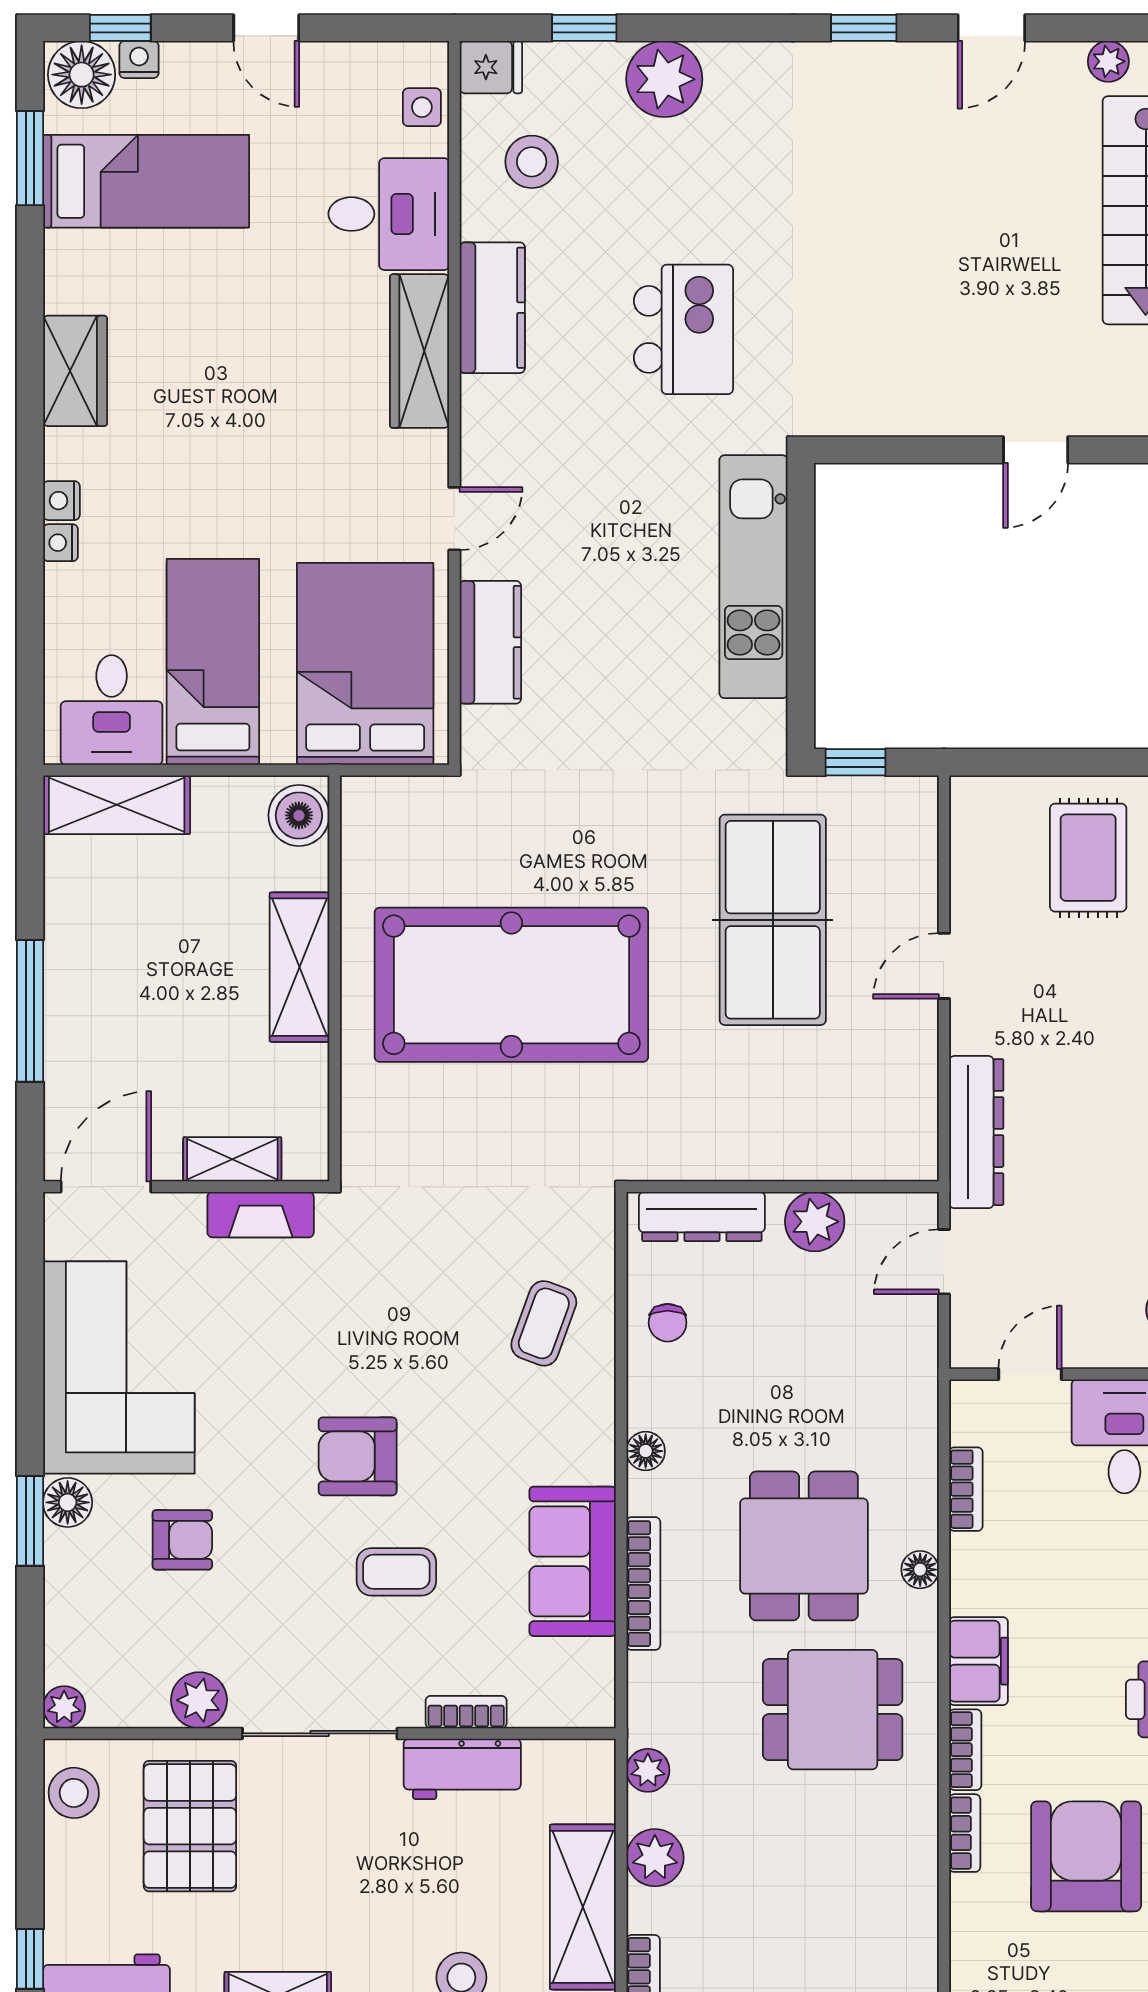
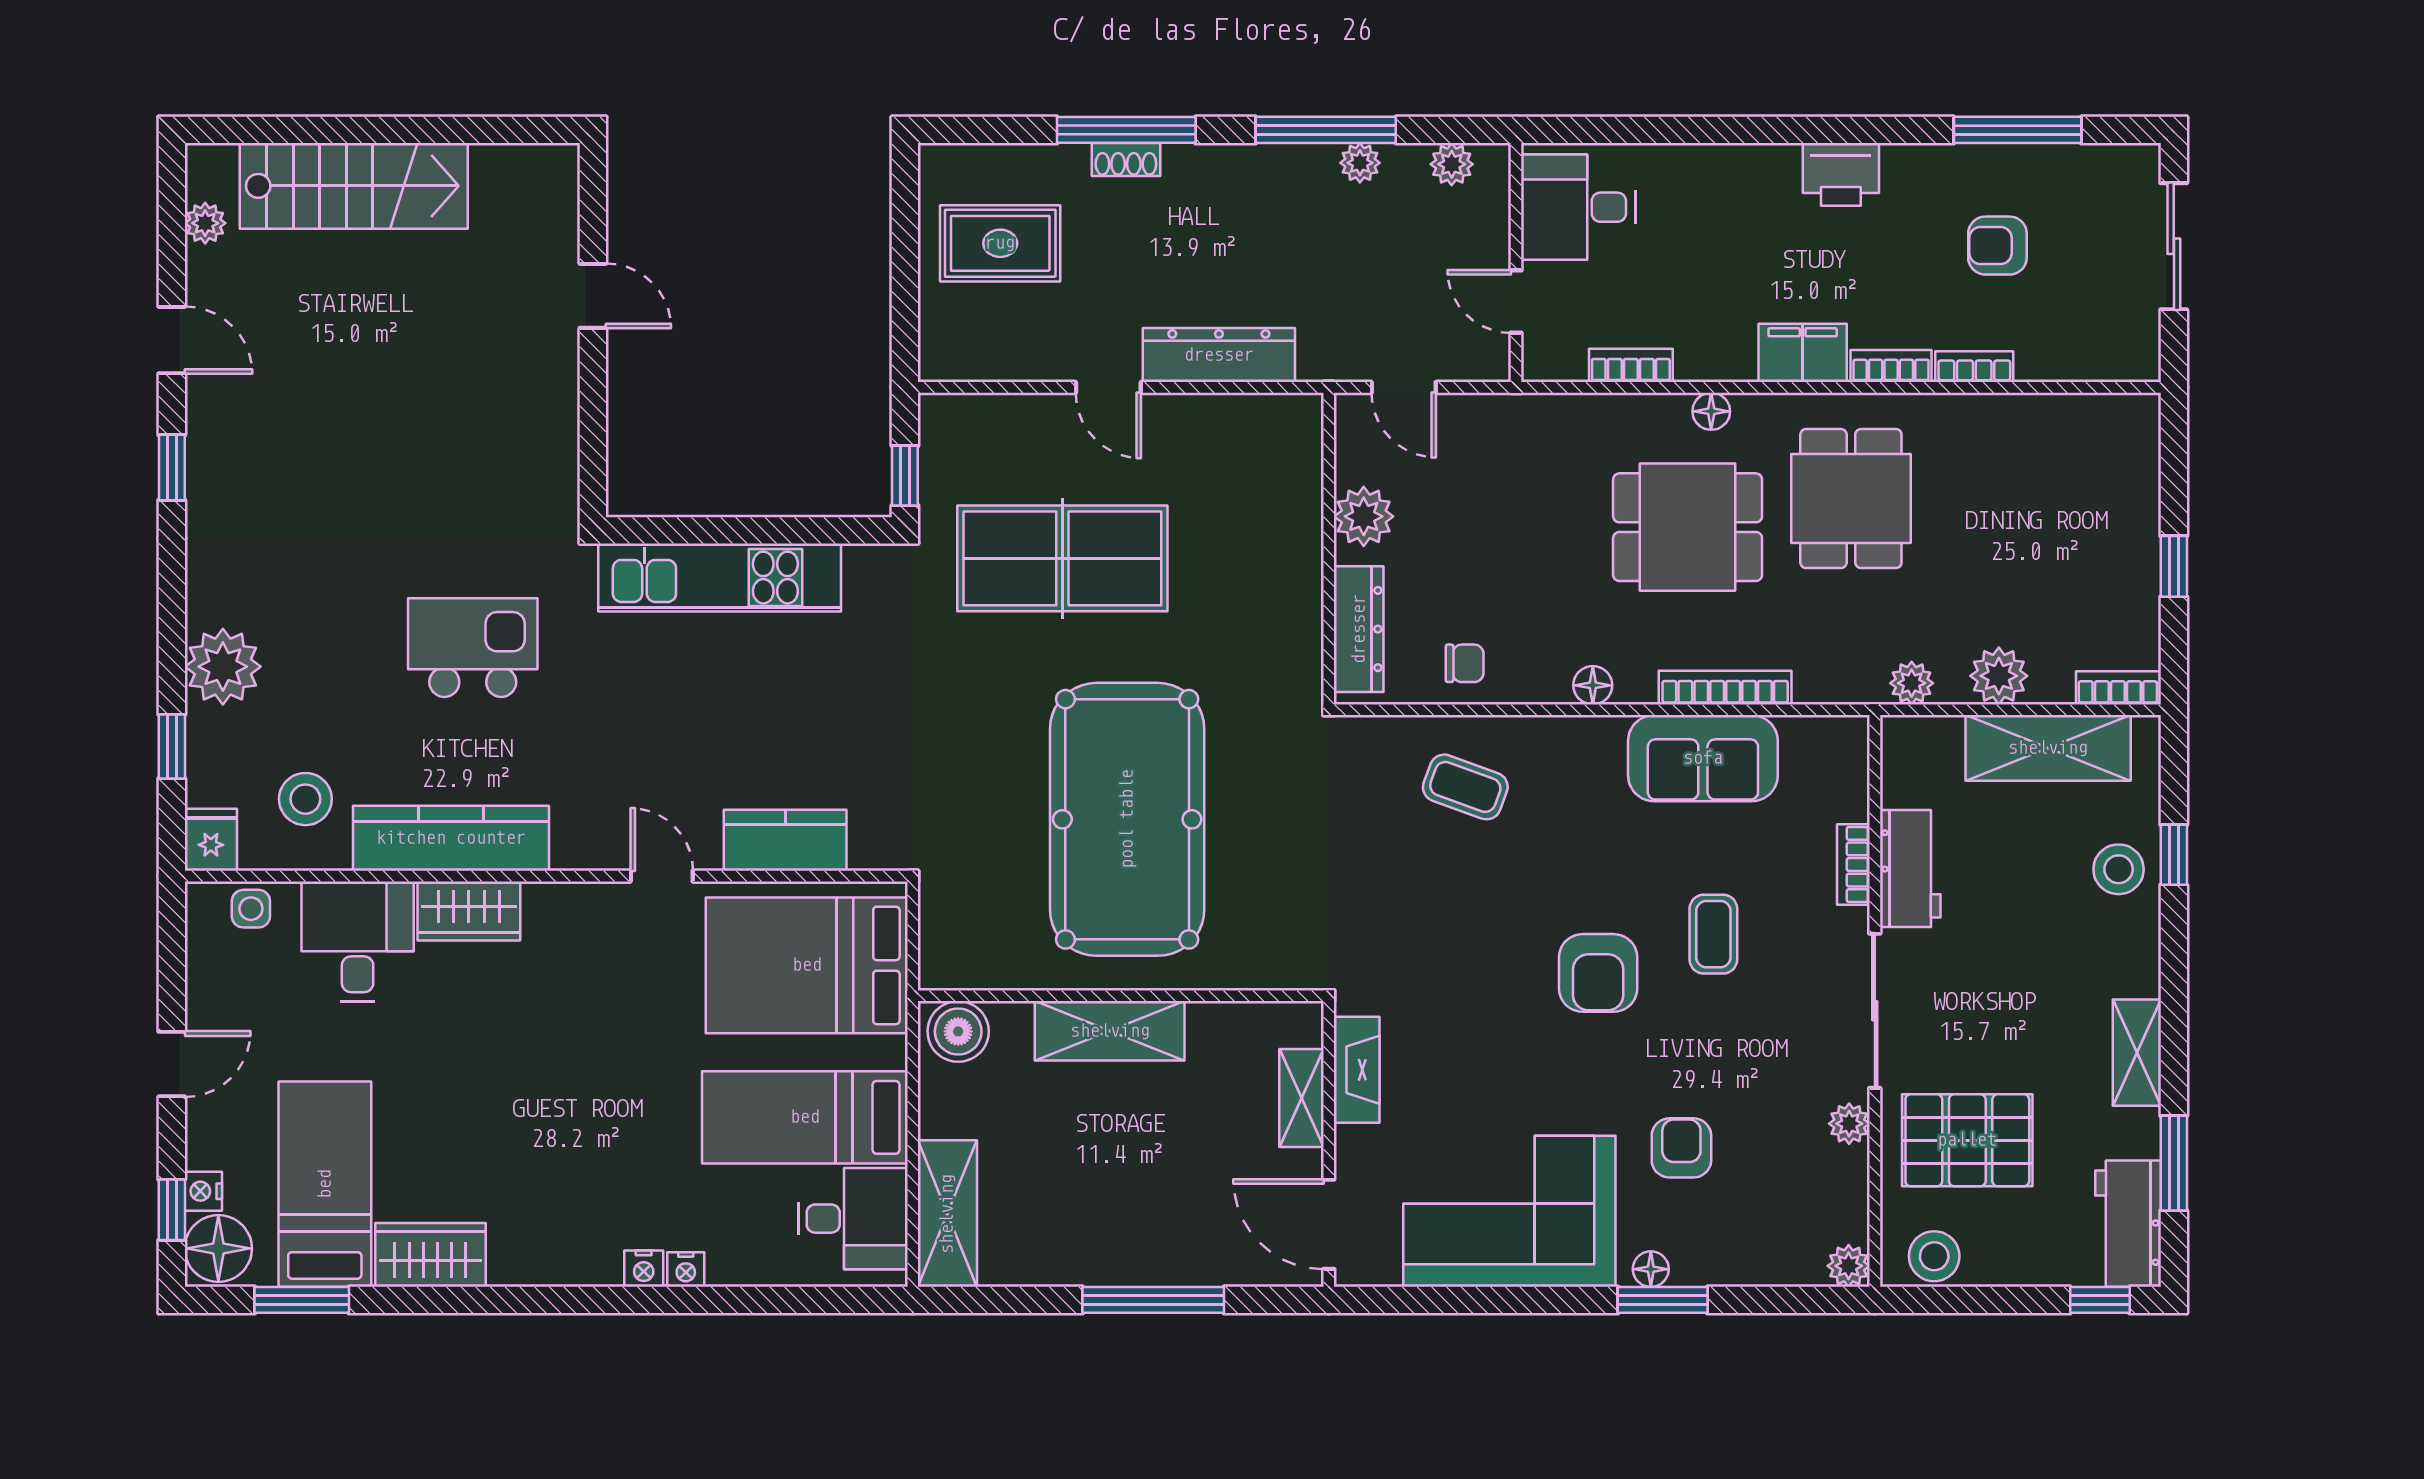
kitchen counter: (492, 308) -> (451, 838), width x1.50
wardrobe: (420, 351) -> (469, 911), width x0.67
wardrobe: (75, 371) -> (430, 1255), moved
dresser: (976, 1132) -> (1219, 355), moved
floor lamp: (68, 1502) -> (1651, 1269), width x0.73, depth x0.73
plant: (199, 1700) -> (1849, 1124), width x0.73, depth x0.73
armchair: (1086, 1856) -> (1997, 246), width x0.53, depth x0.53

